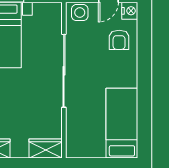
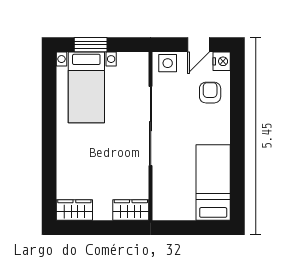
armchair: (119, 40) -> (210, 93), turned 180

